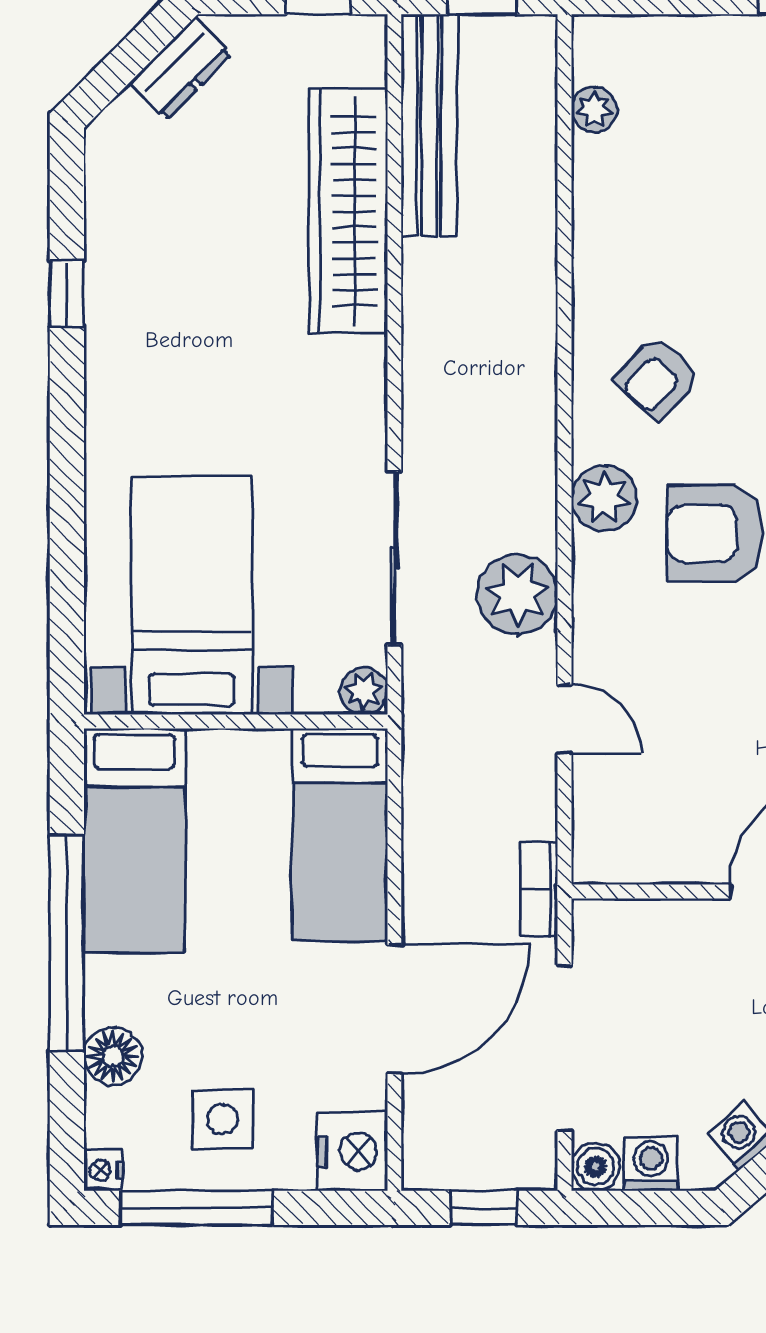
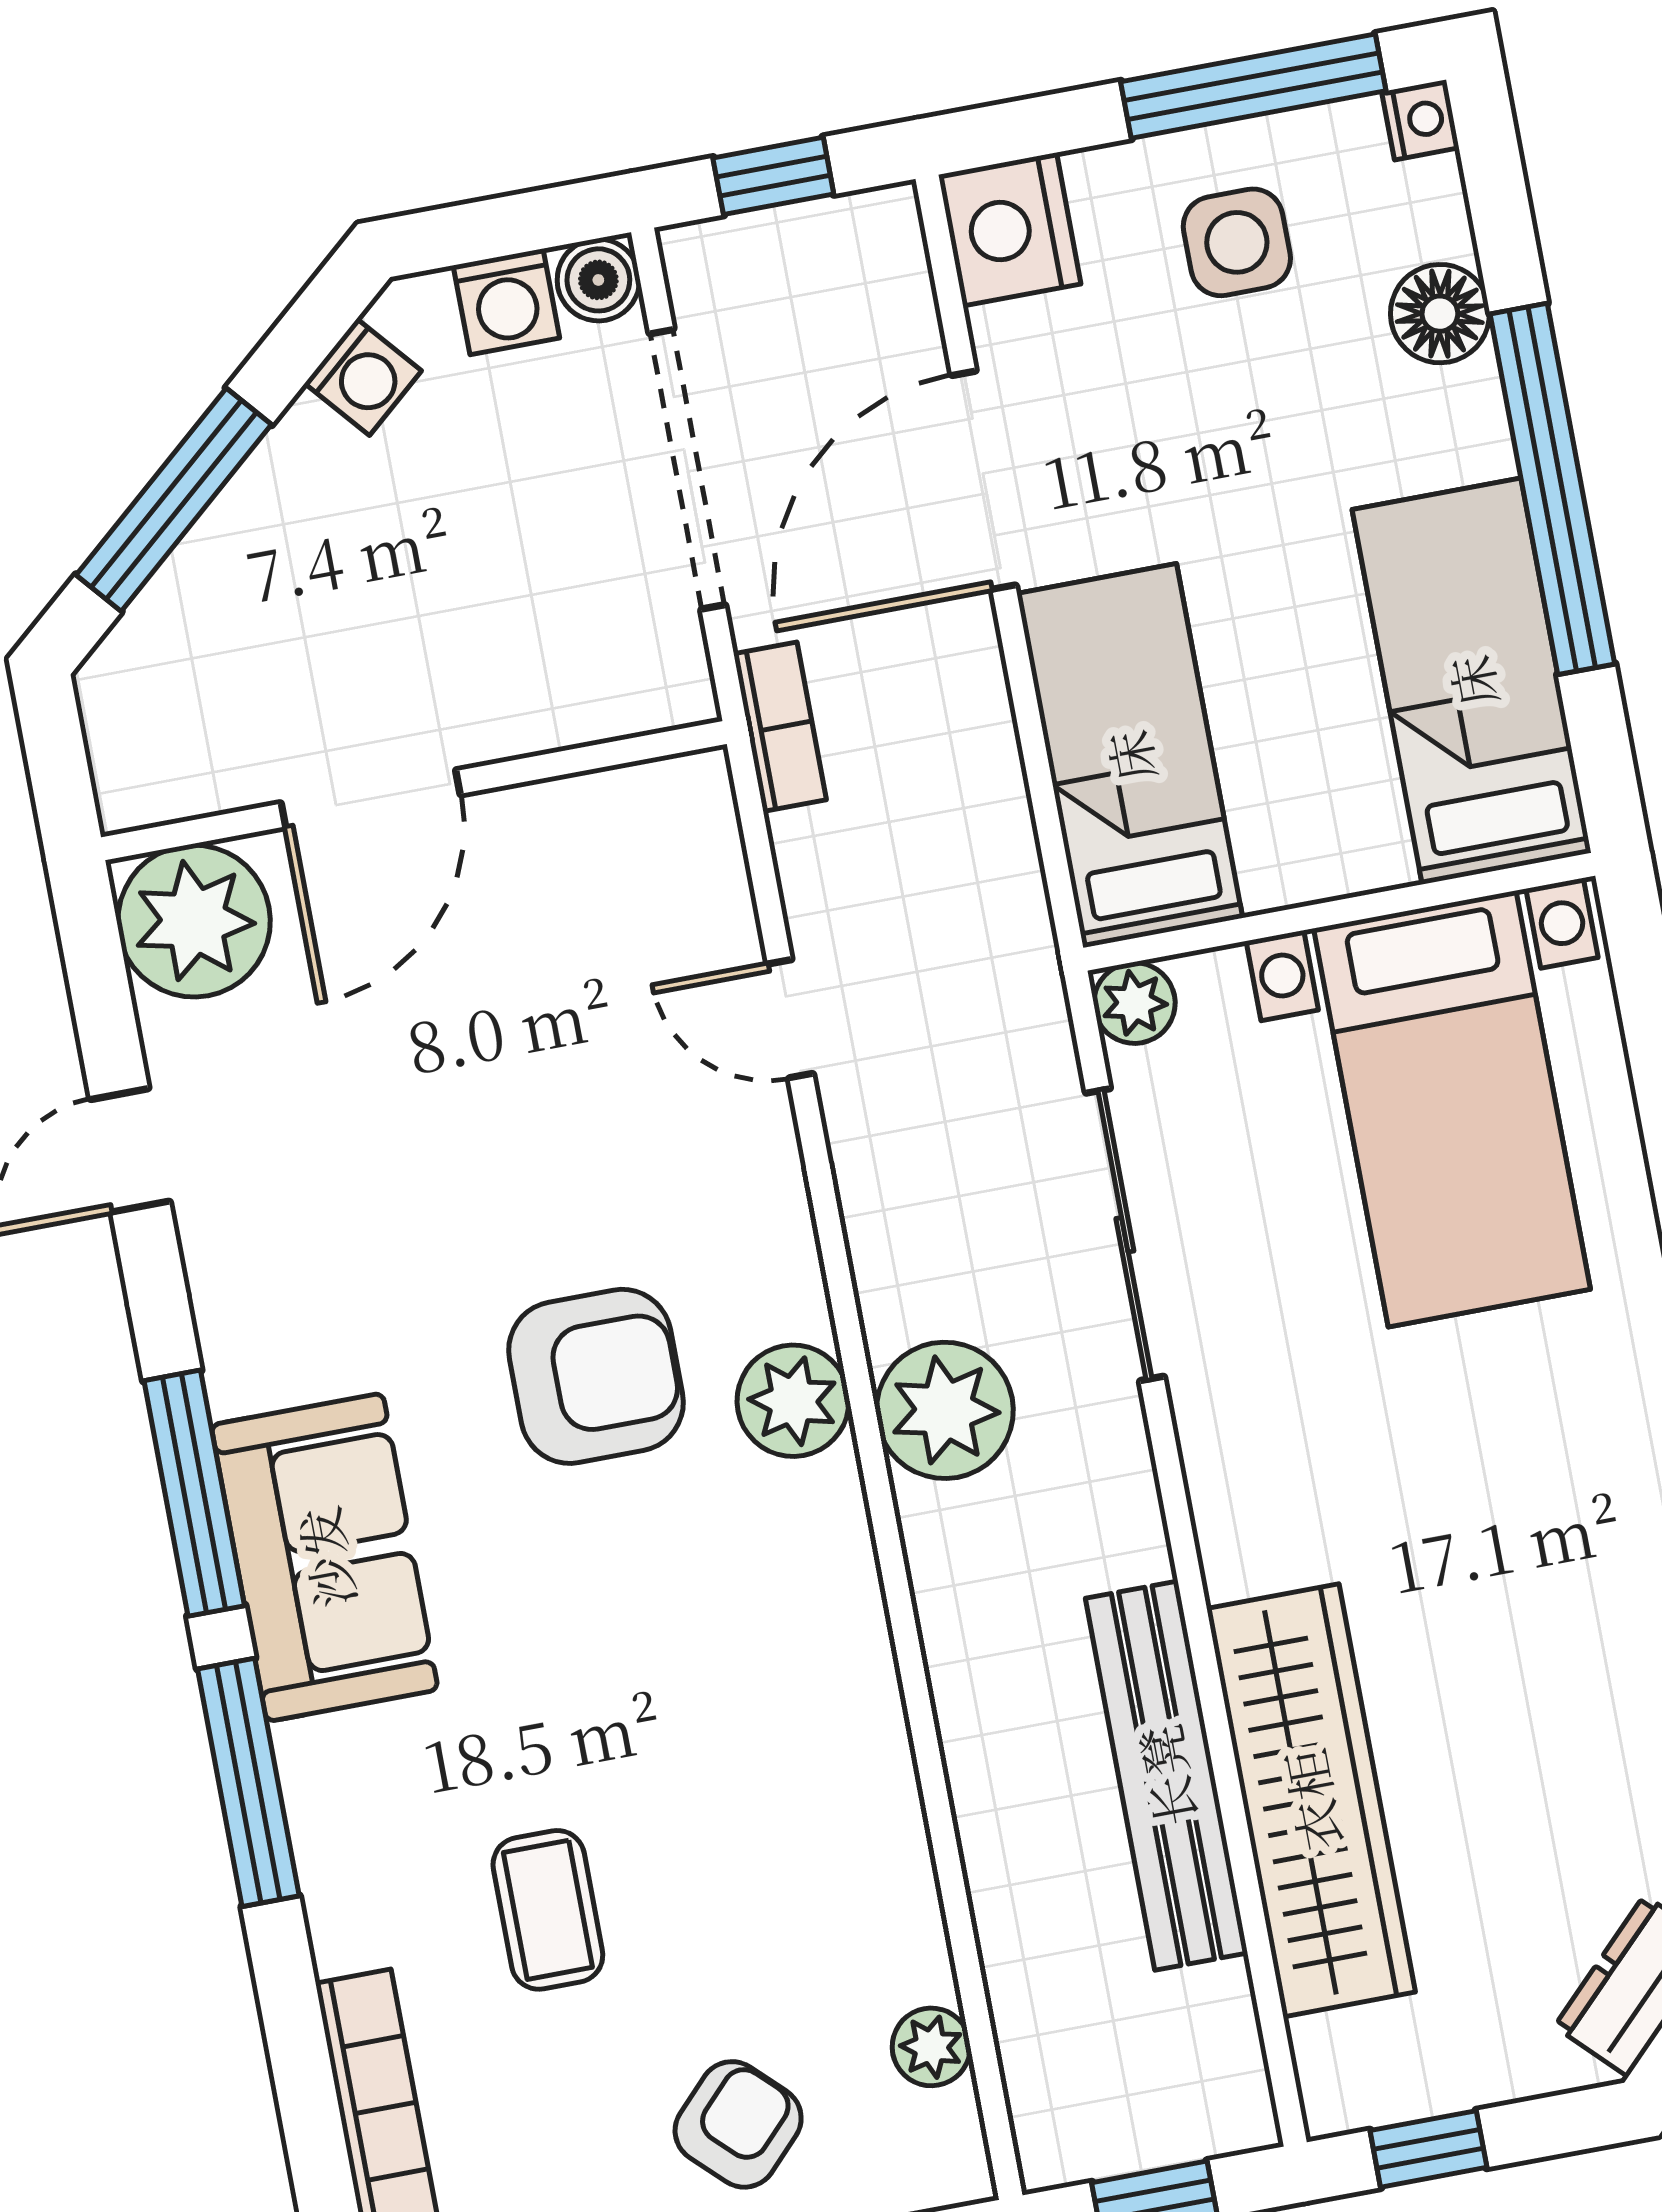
bench: (429, 125) -> (1166, 1776), moved
armchair: (657, 378) -> (738, 2124), moved
plant: (518, 594) -> (945, 1410), moved

